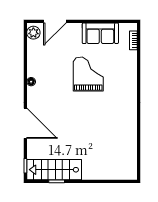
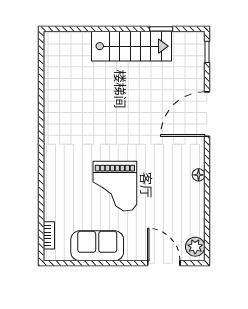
door: (55, 21) -> (164, 263), hinge flipped
door: (25, 123) -> (207, 114), hinge flipped
stairs: (54, 170) -> (132, 46), moved

